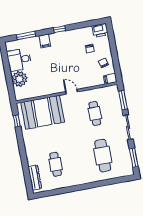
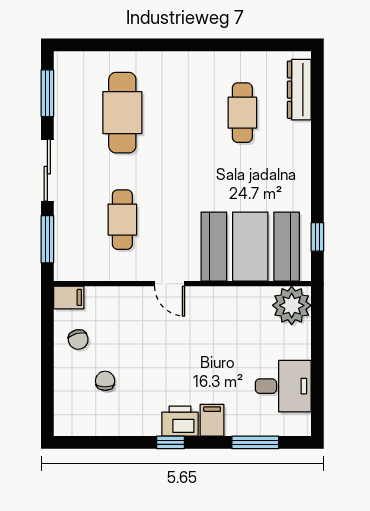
printer: (100, 30) -> (180, 421), moved
plant: (19, 79) -> (292, 305), moved

